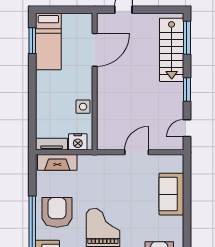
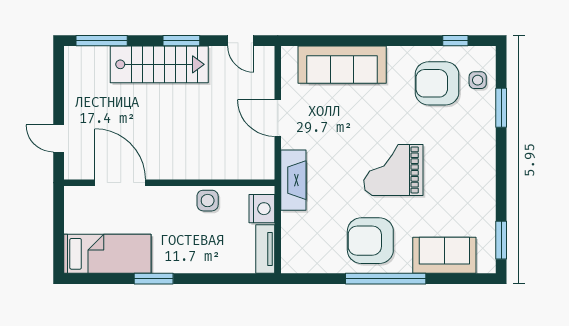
window: (32, 41) -> (154, 279), moved
stairs: (172, 50) -> (159, 64), moved
fireplace: (57, 162) -> (293, 180), moved
sofa: (171, 194) -> (342, 65), width x1.36

